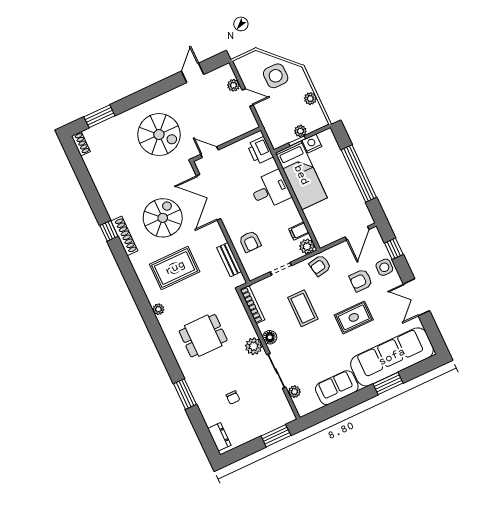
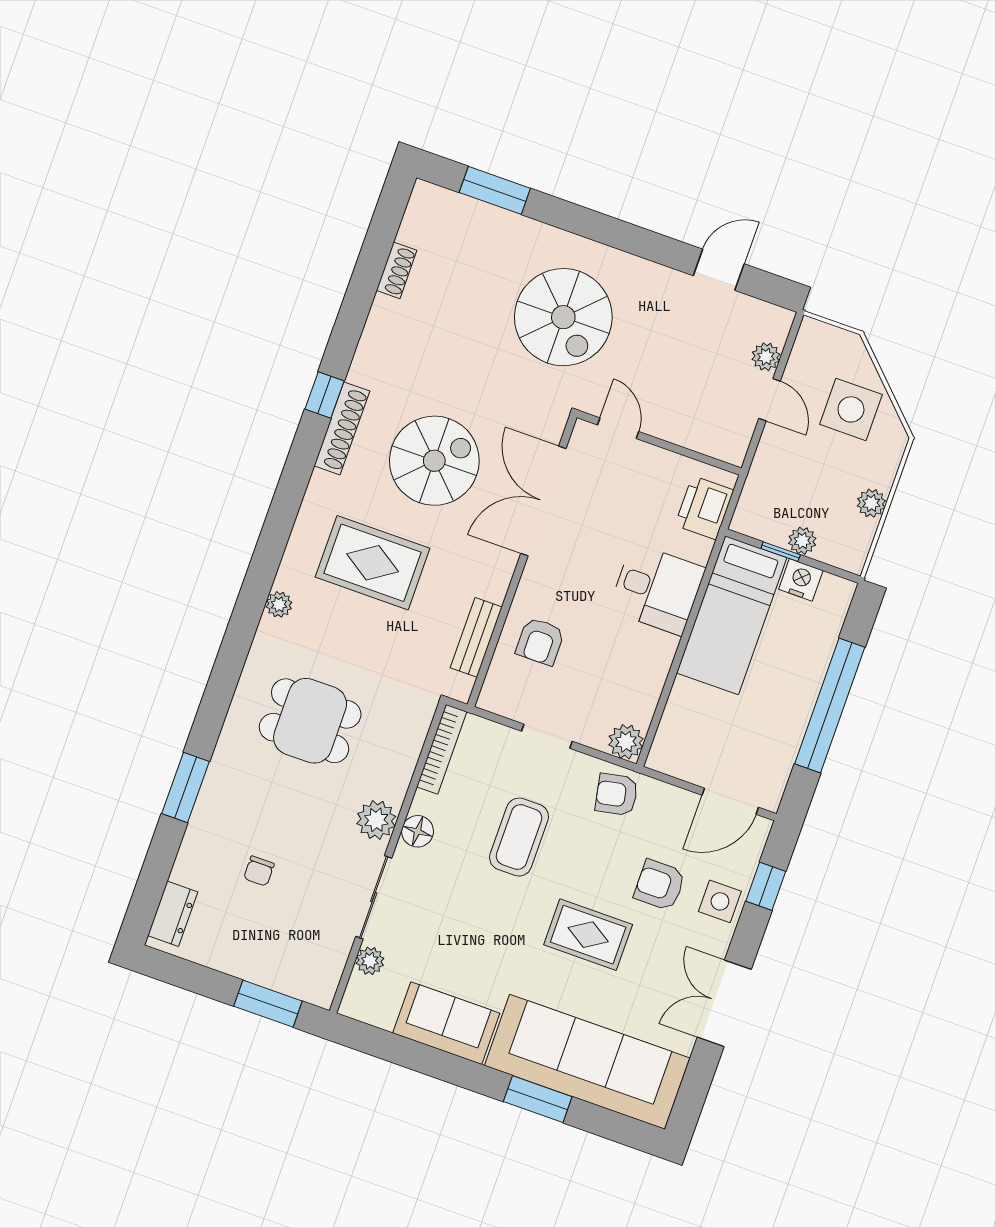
shoe rack: (81, 144) -> (397, 270), moved
filing cabinet: (299, 231) -> (638, 703), removed

